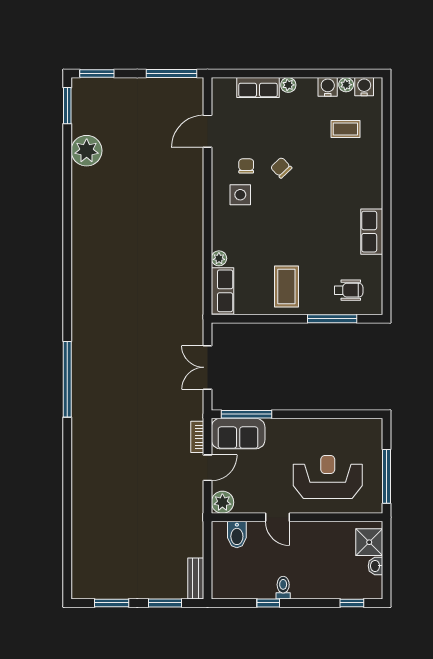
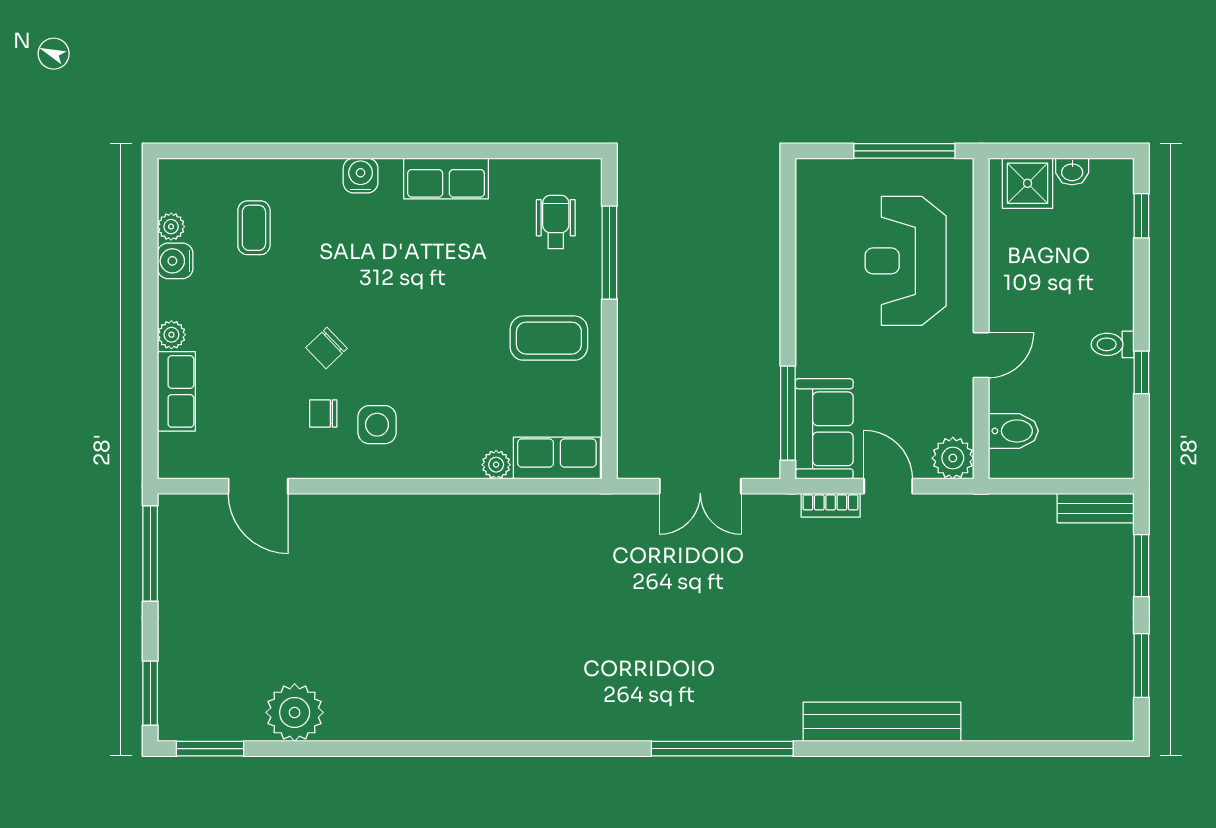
water cooler: (364, 87) -> (361, 176), moved, turned 90
bench: (82, 464) -> (882, 722), added

